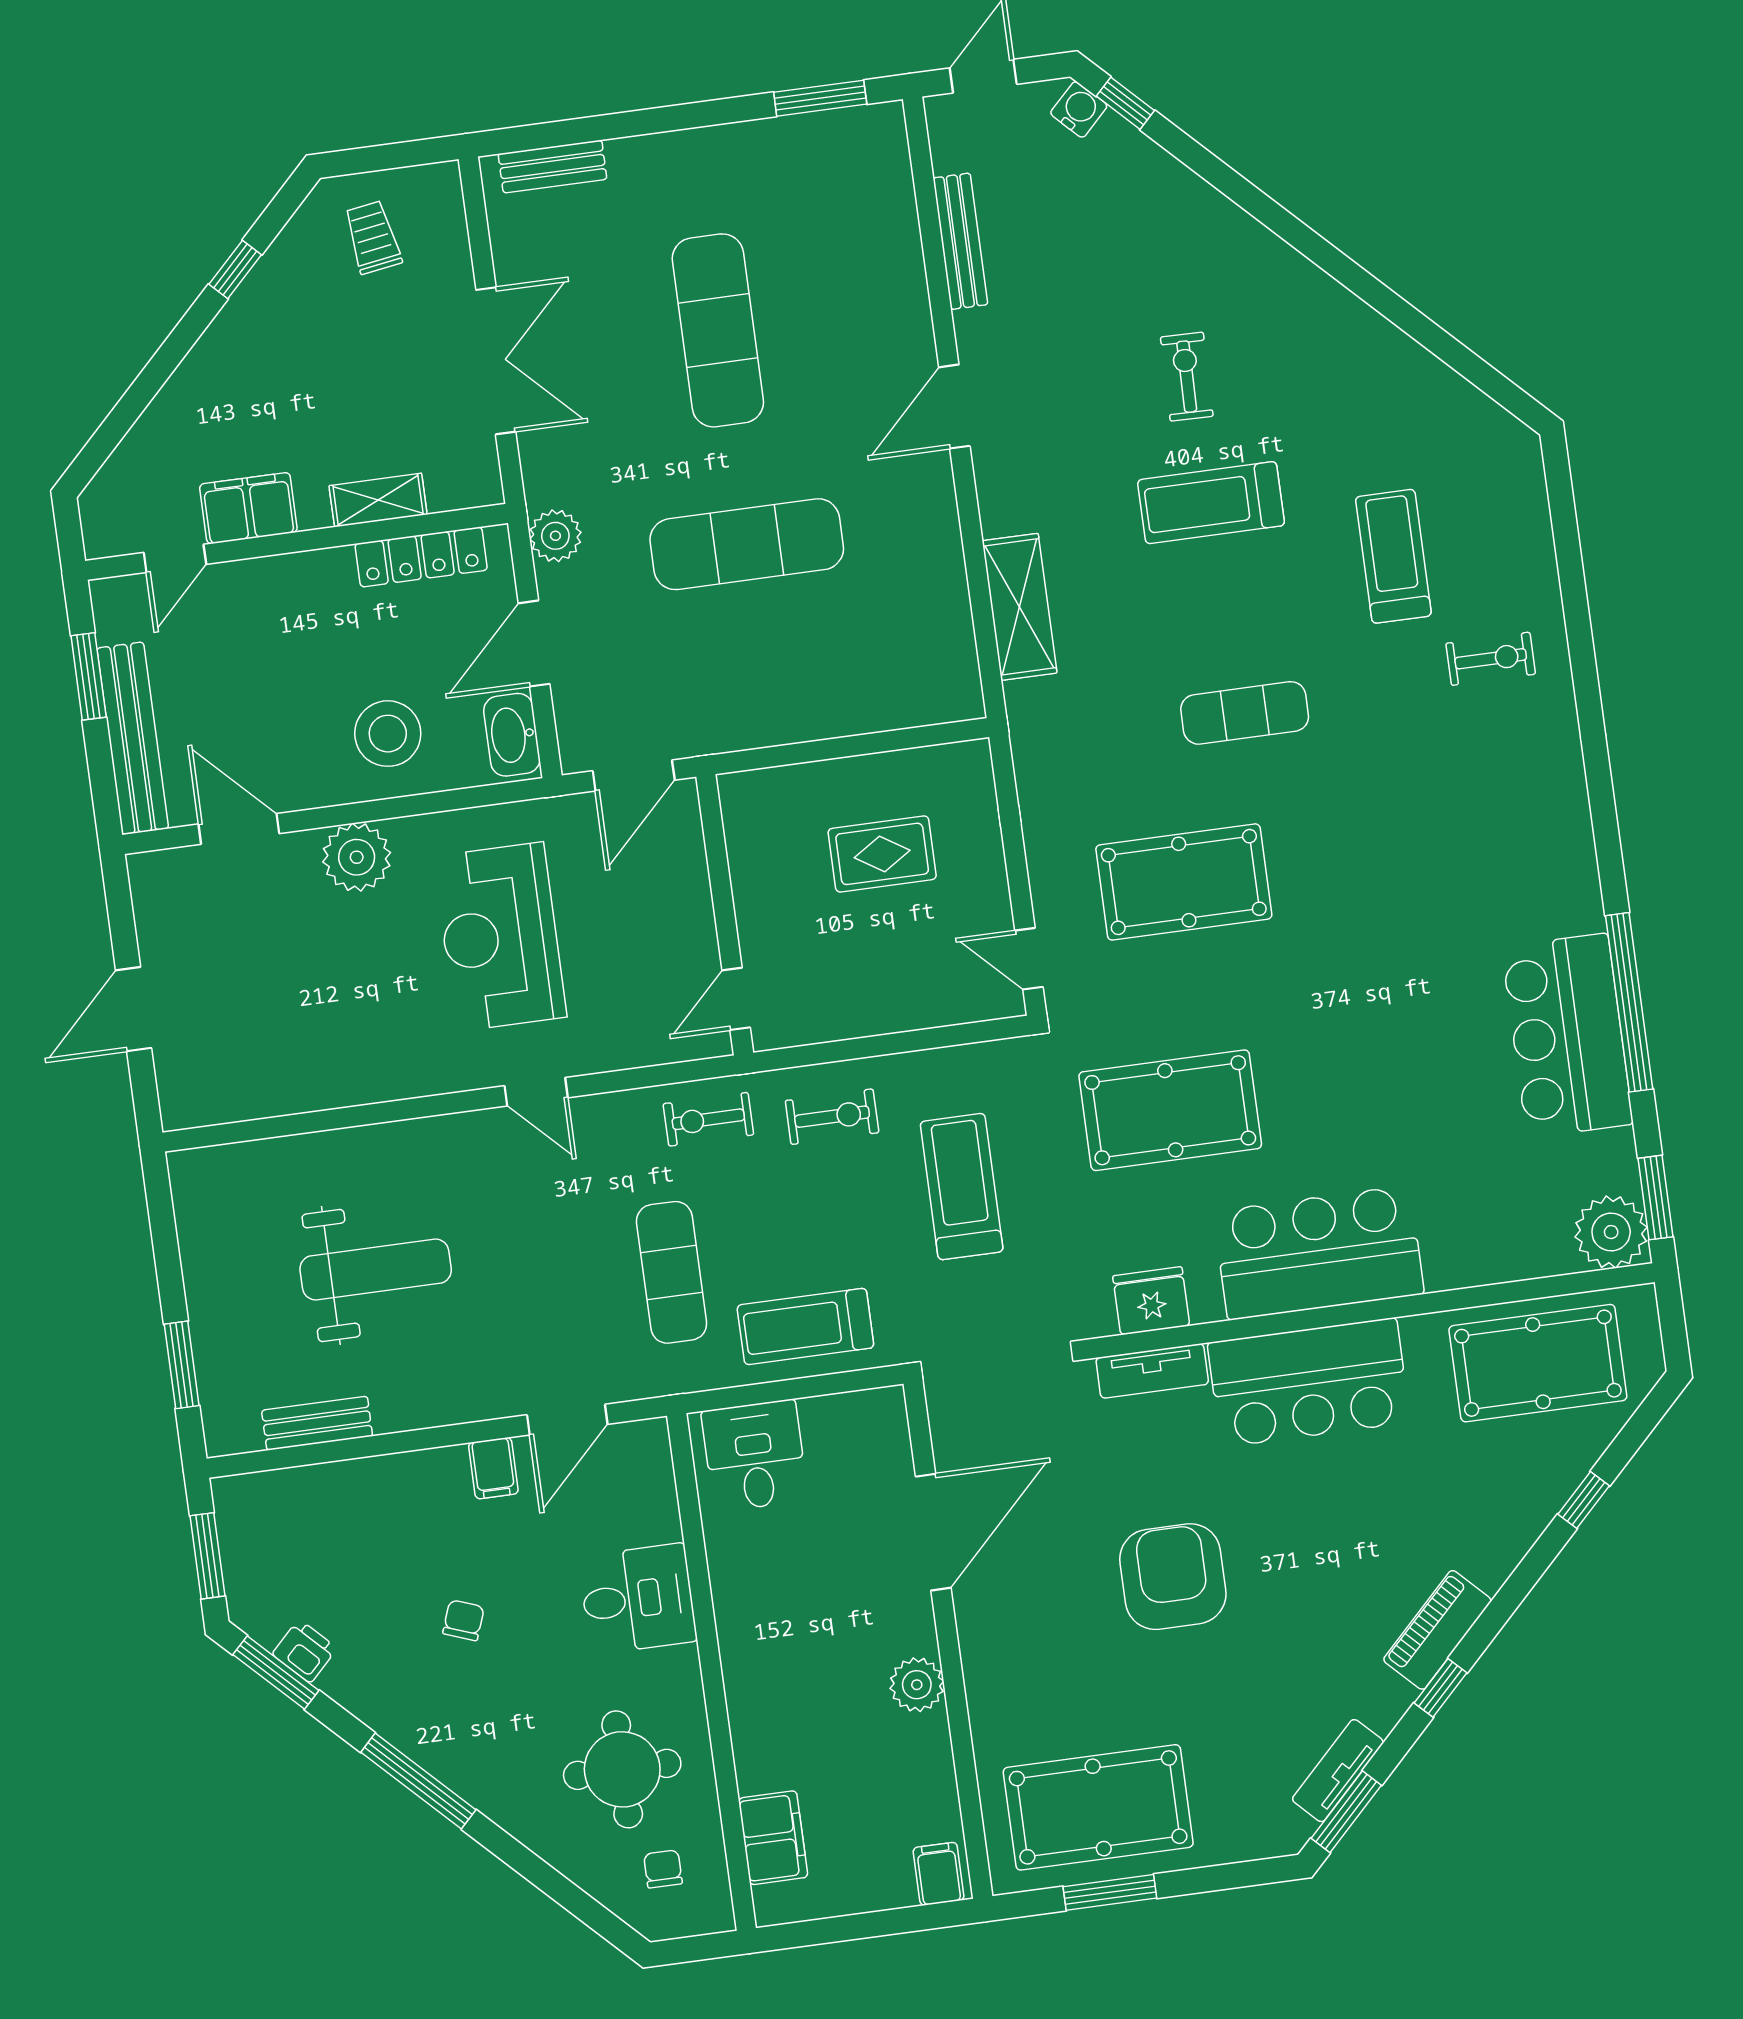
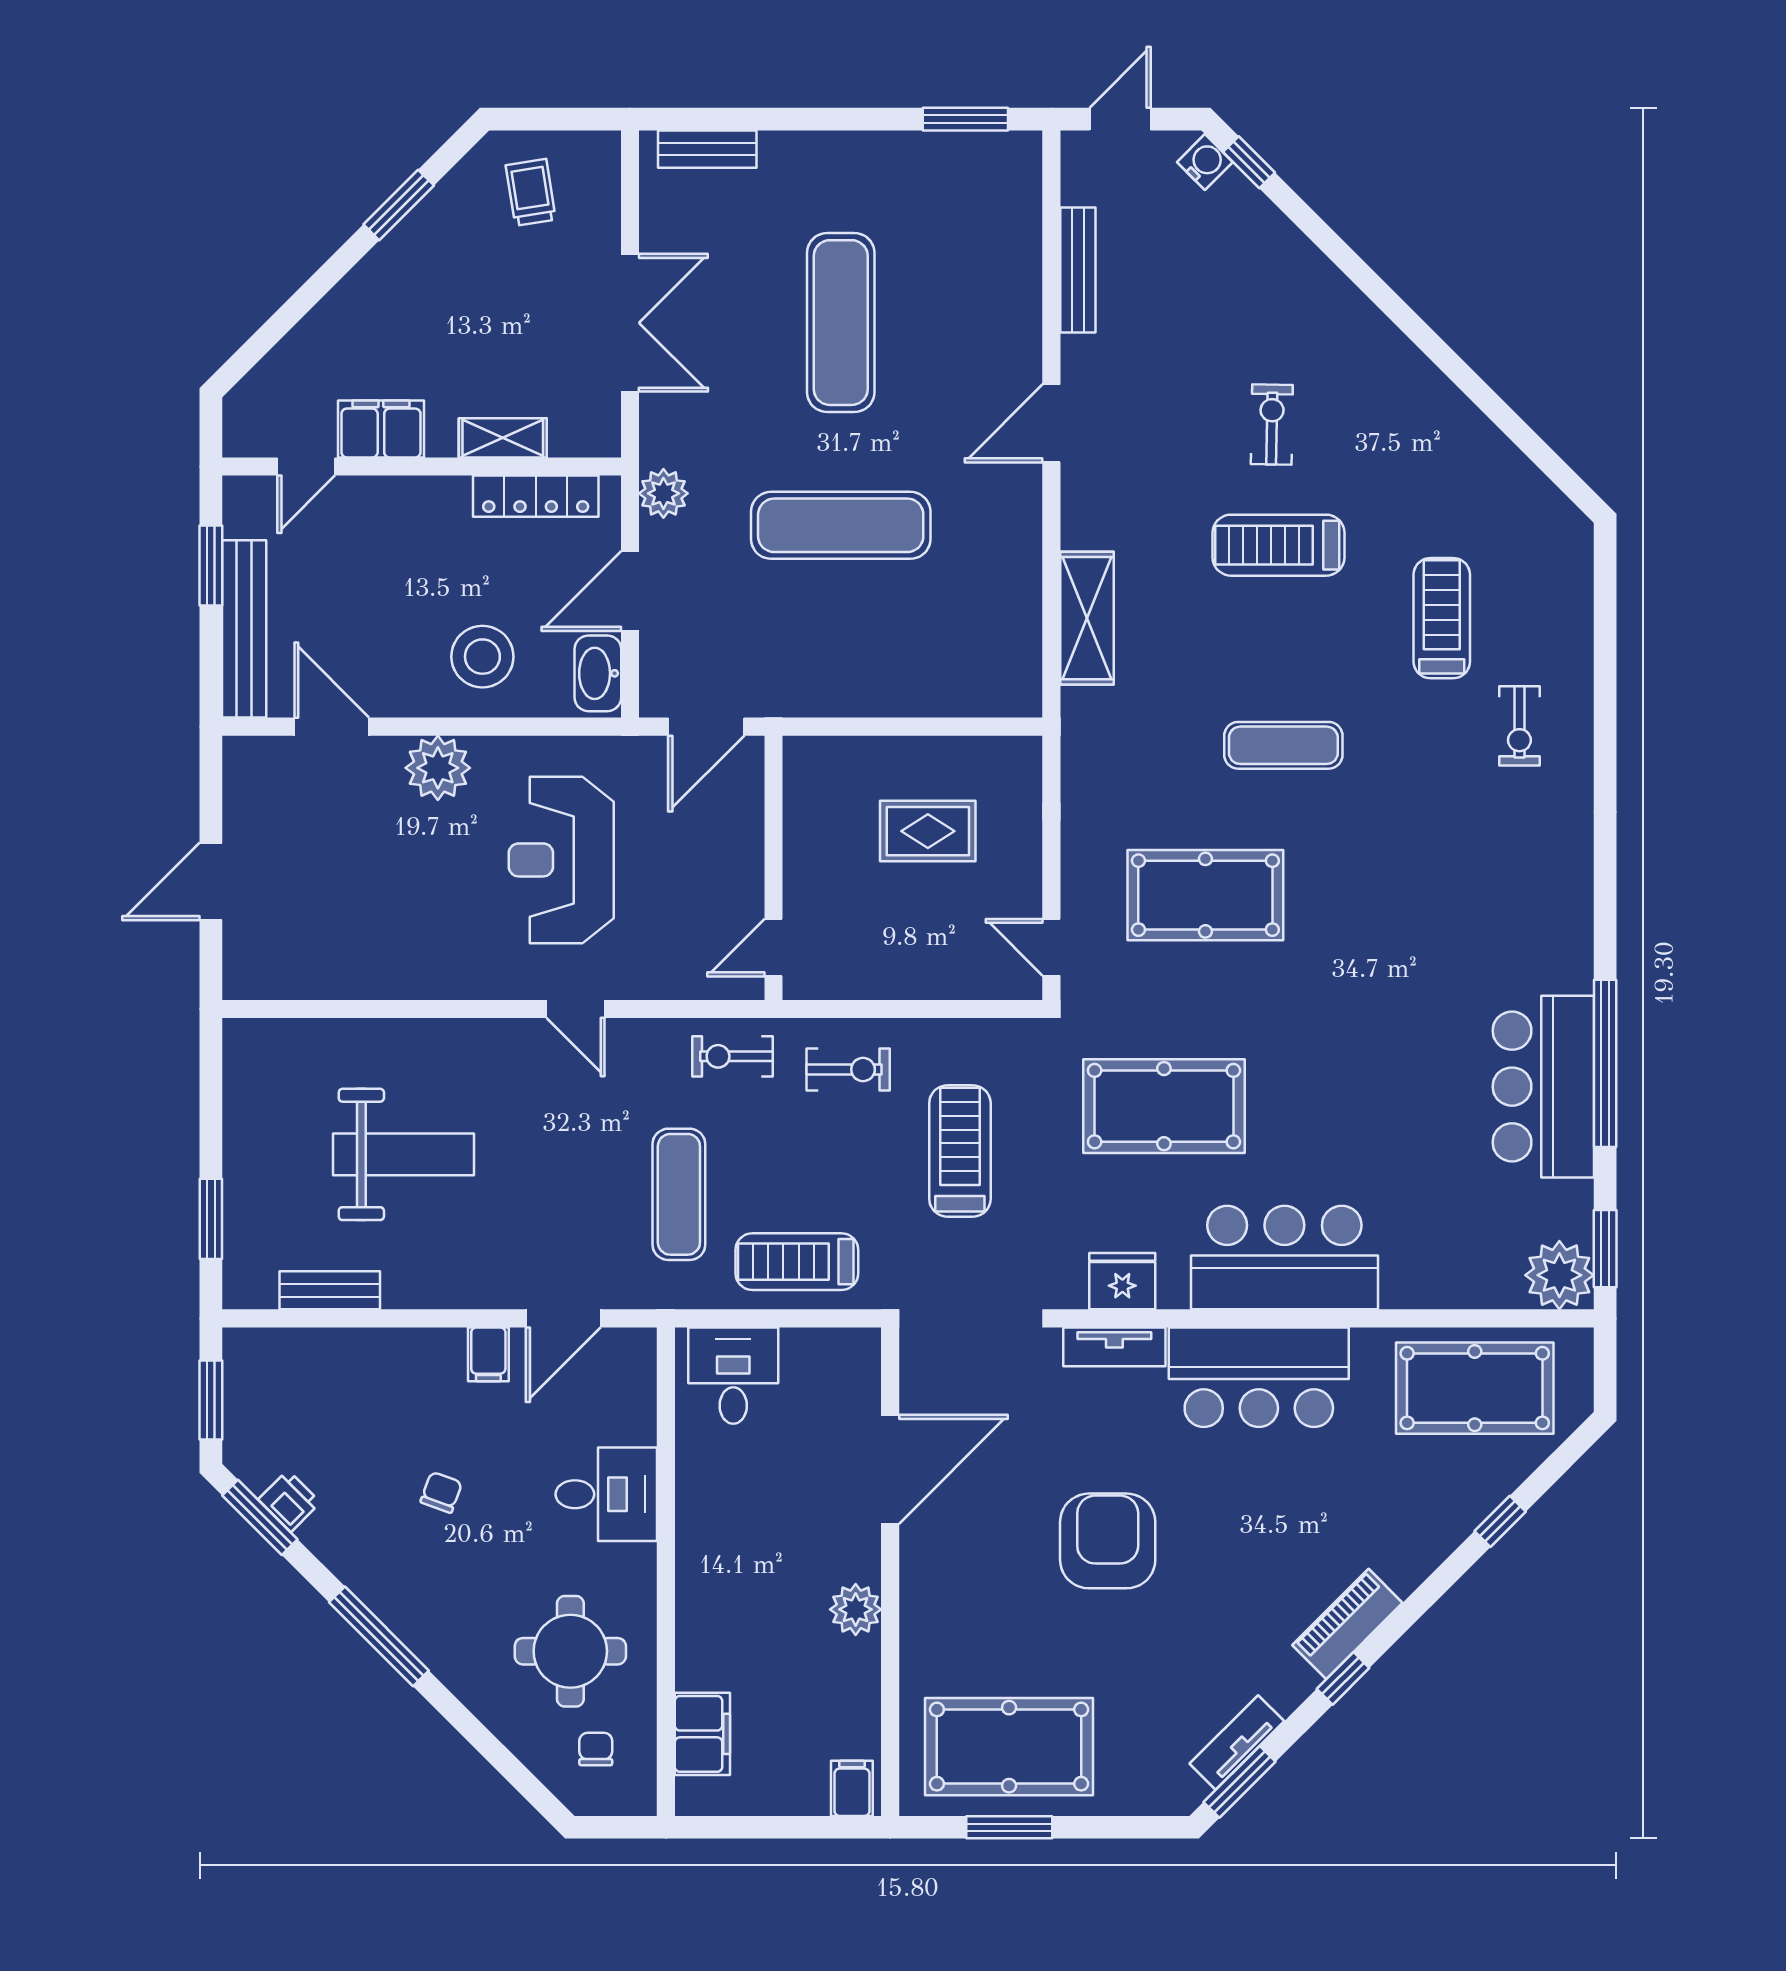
window: (235, 269) -> (399, 205), width x1.50
exercise bike: (1491, 659) -> (1519, 726), turned 90

